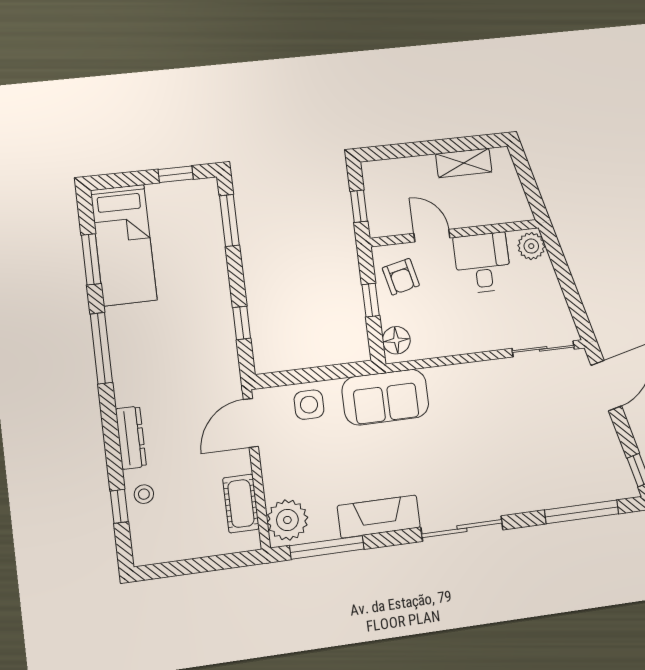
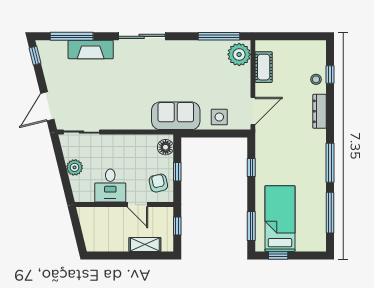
shelving: (464, 163) -> (145, 244), moved
bed: (124, 245) -> (280, 219), moved
plant: (531, 246) -> (75, 167), moved
window: (91, 259) -> (330, 213), width x1.44
fireplace: (379, 517) -> (91, 49), moved

